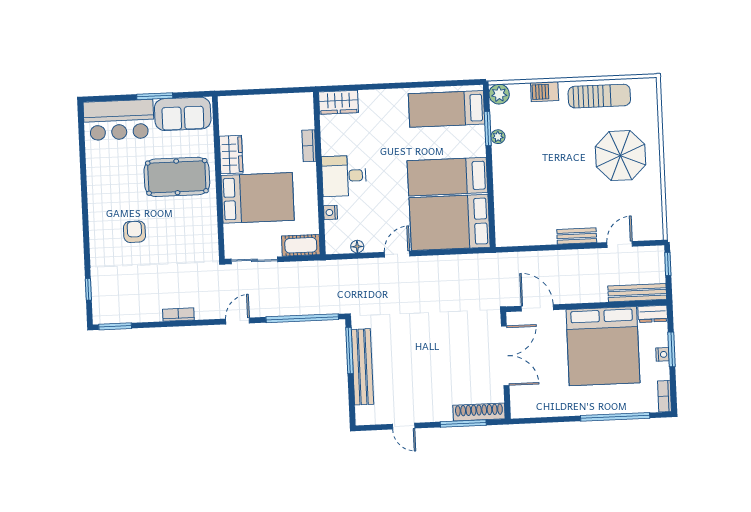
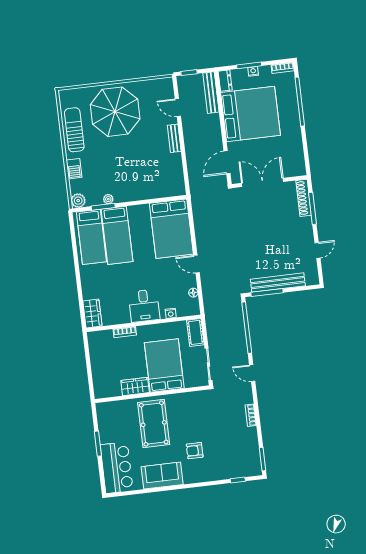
sofa: (183, 114) -> (162, 476), moved, turned -90
parasol: (620, 156) -> (115, 112), width x1.36, depth x1.36
bed: (447, 177) -> (117, 235), moved

